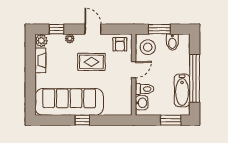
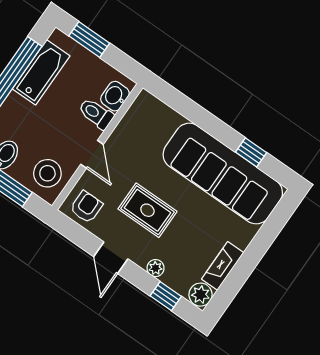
door: (134, 70) -> (92, 154), swing flipped
window: (82, 120) -> (251, 152), moved

